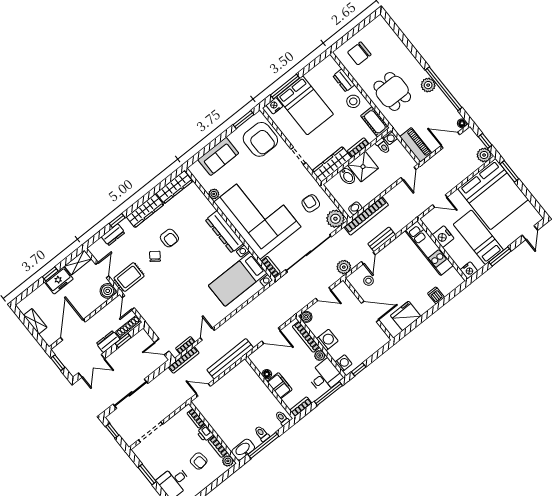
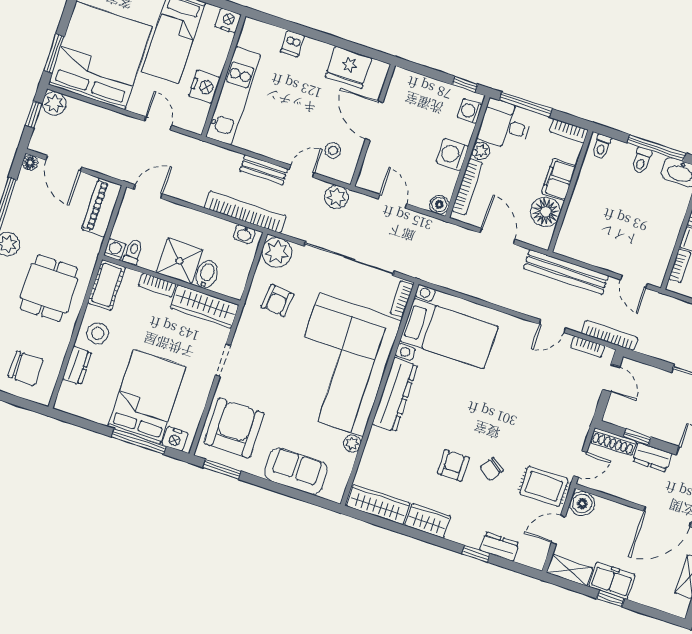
wardrobe: (145, 211) -> (428, 521), width x0.67
floor lamp: (267, 374) -> (546, 212), width x1.89, depth x1.89

